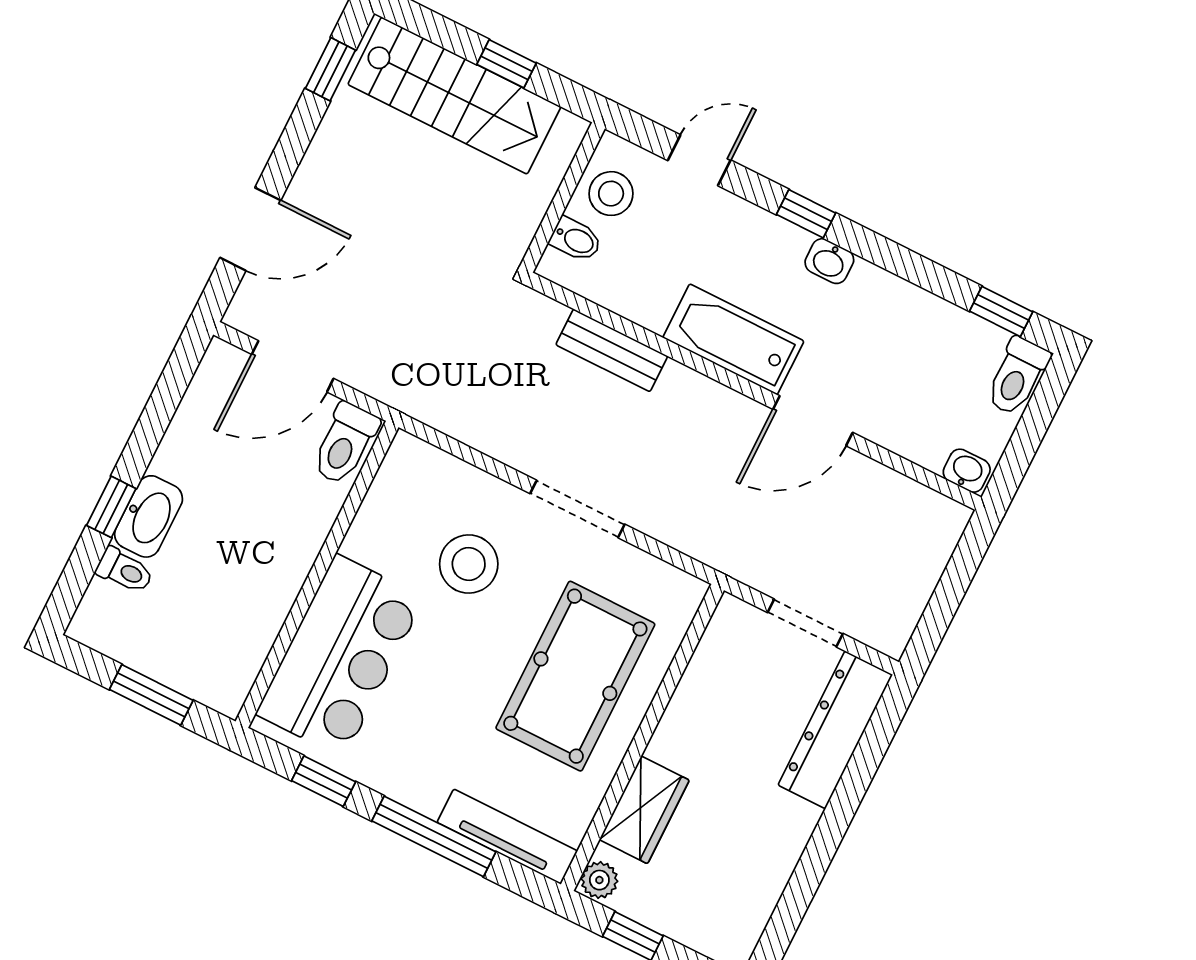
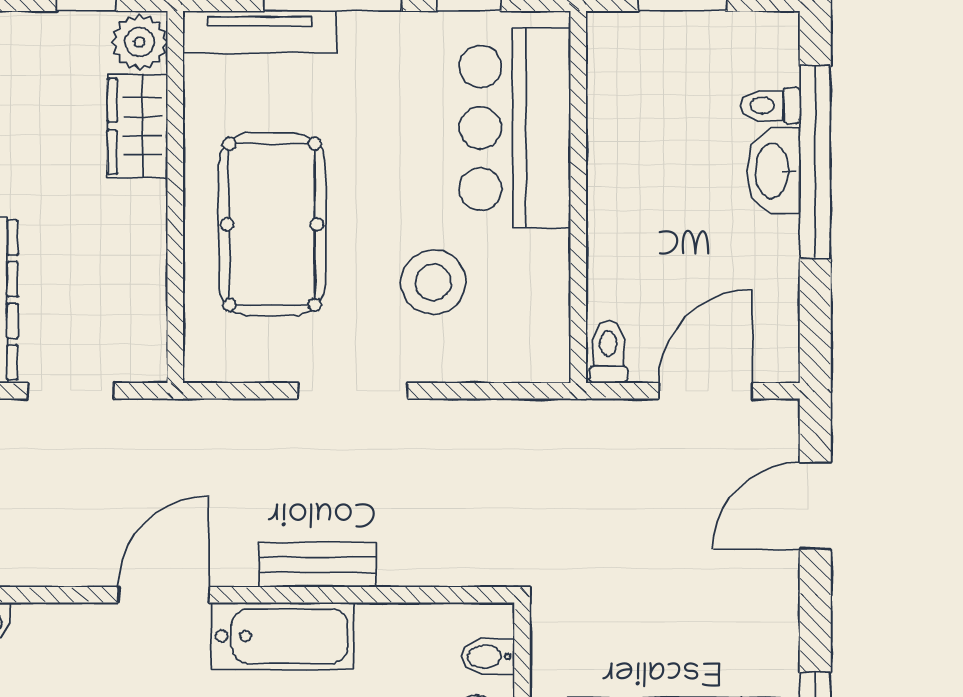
bench: (612, 350) -> (317, 565), moved
toilet: (345, 444) -> (608, 352), width x0.73, depth x0.72
window: (111, 507) -> (815, 162), width x3.17
plant: (599, 880) -> (140, 42), width x1.38, depth x1.38

